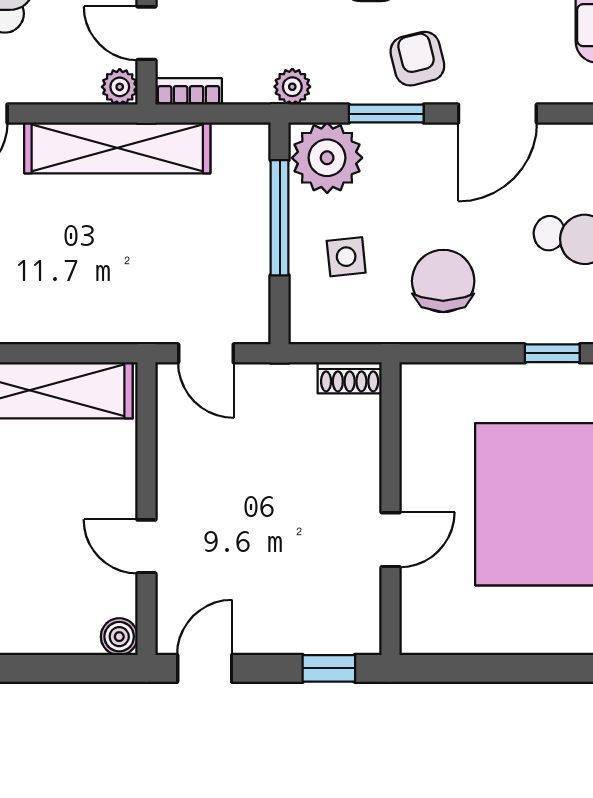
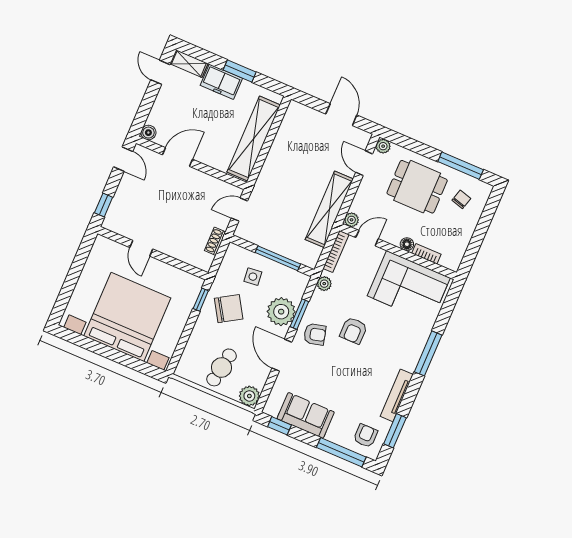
bookcase: (189, 91) -> (336, 251), width x1.56
plant: (327, 158) -> (281, 312), moved
chair: (443, 281) -> (229, 309), turned -32
window: (552, 353) -> (201, 300), moved
shoe rack: (350, 378) -> (215, 241), moved
door: (146, 546) -> (177, 157), width x1.38

